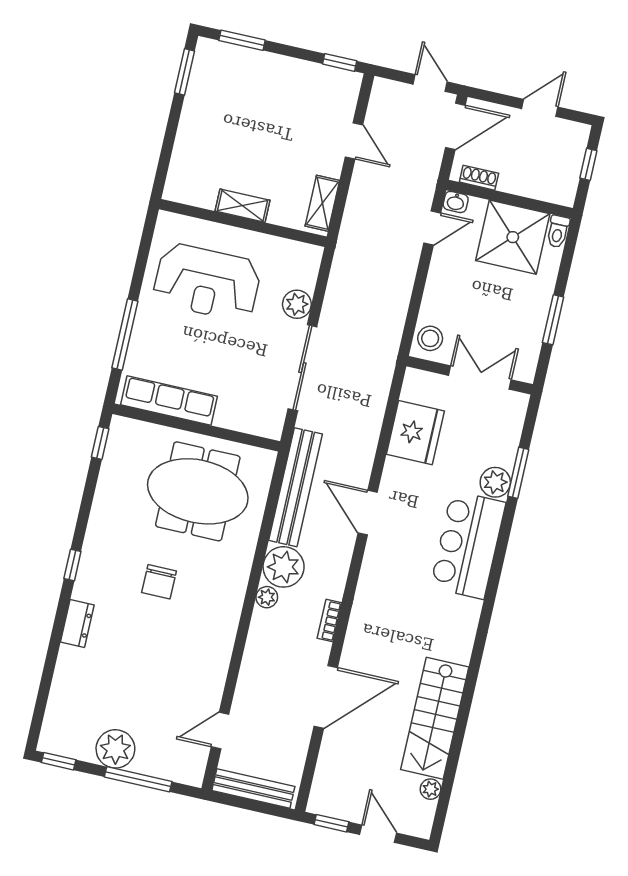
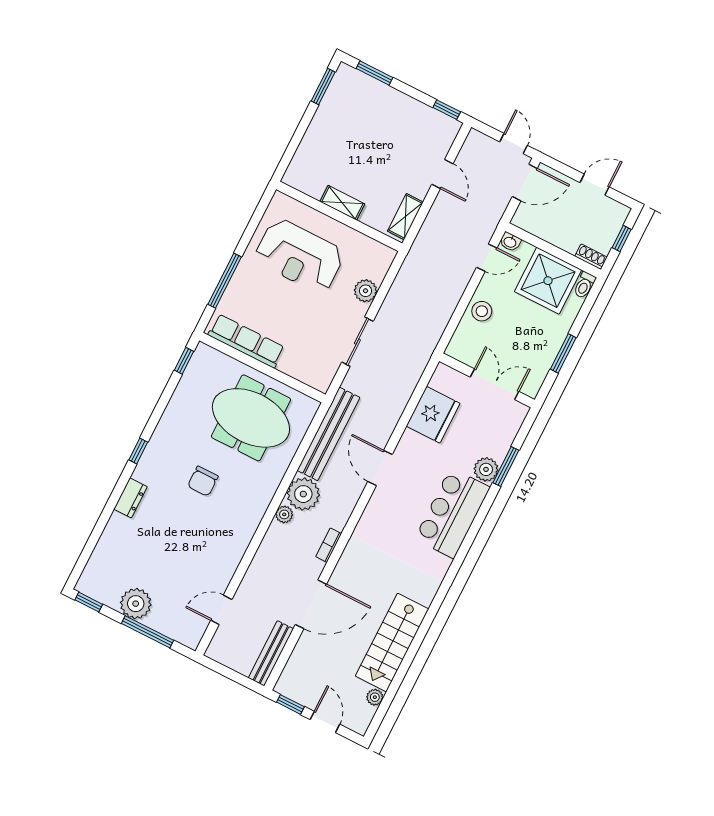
shoe rack: (479, 178) -> (591, 257), moved
stool: (430, 338) -> (482, 311), moved
sliding door: (302, 368) -> (357, 342), width x0.73
bench: (253, 789) -> (271, 653), moved, turned 90

